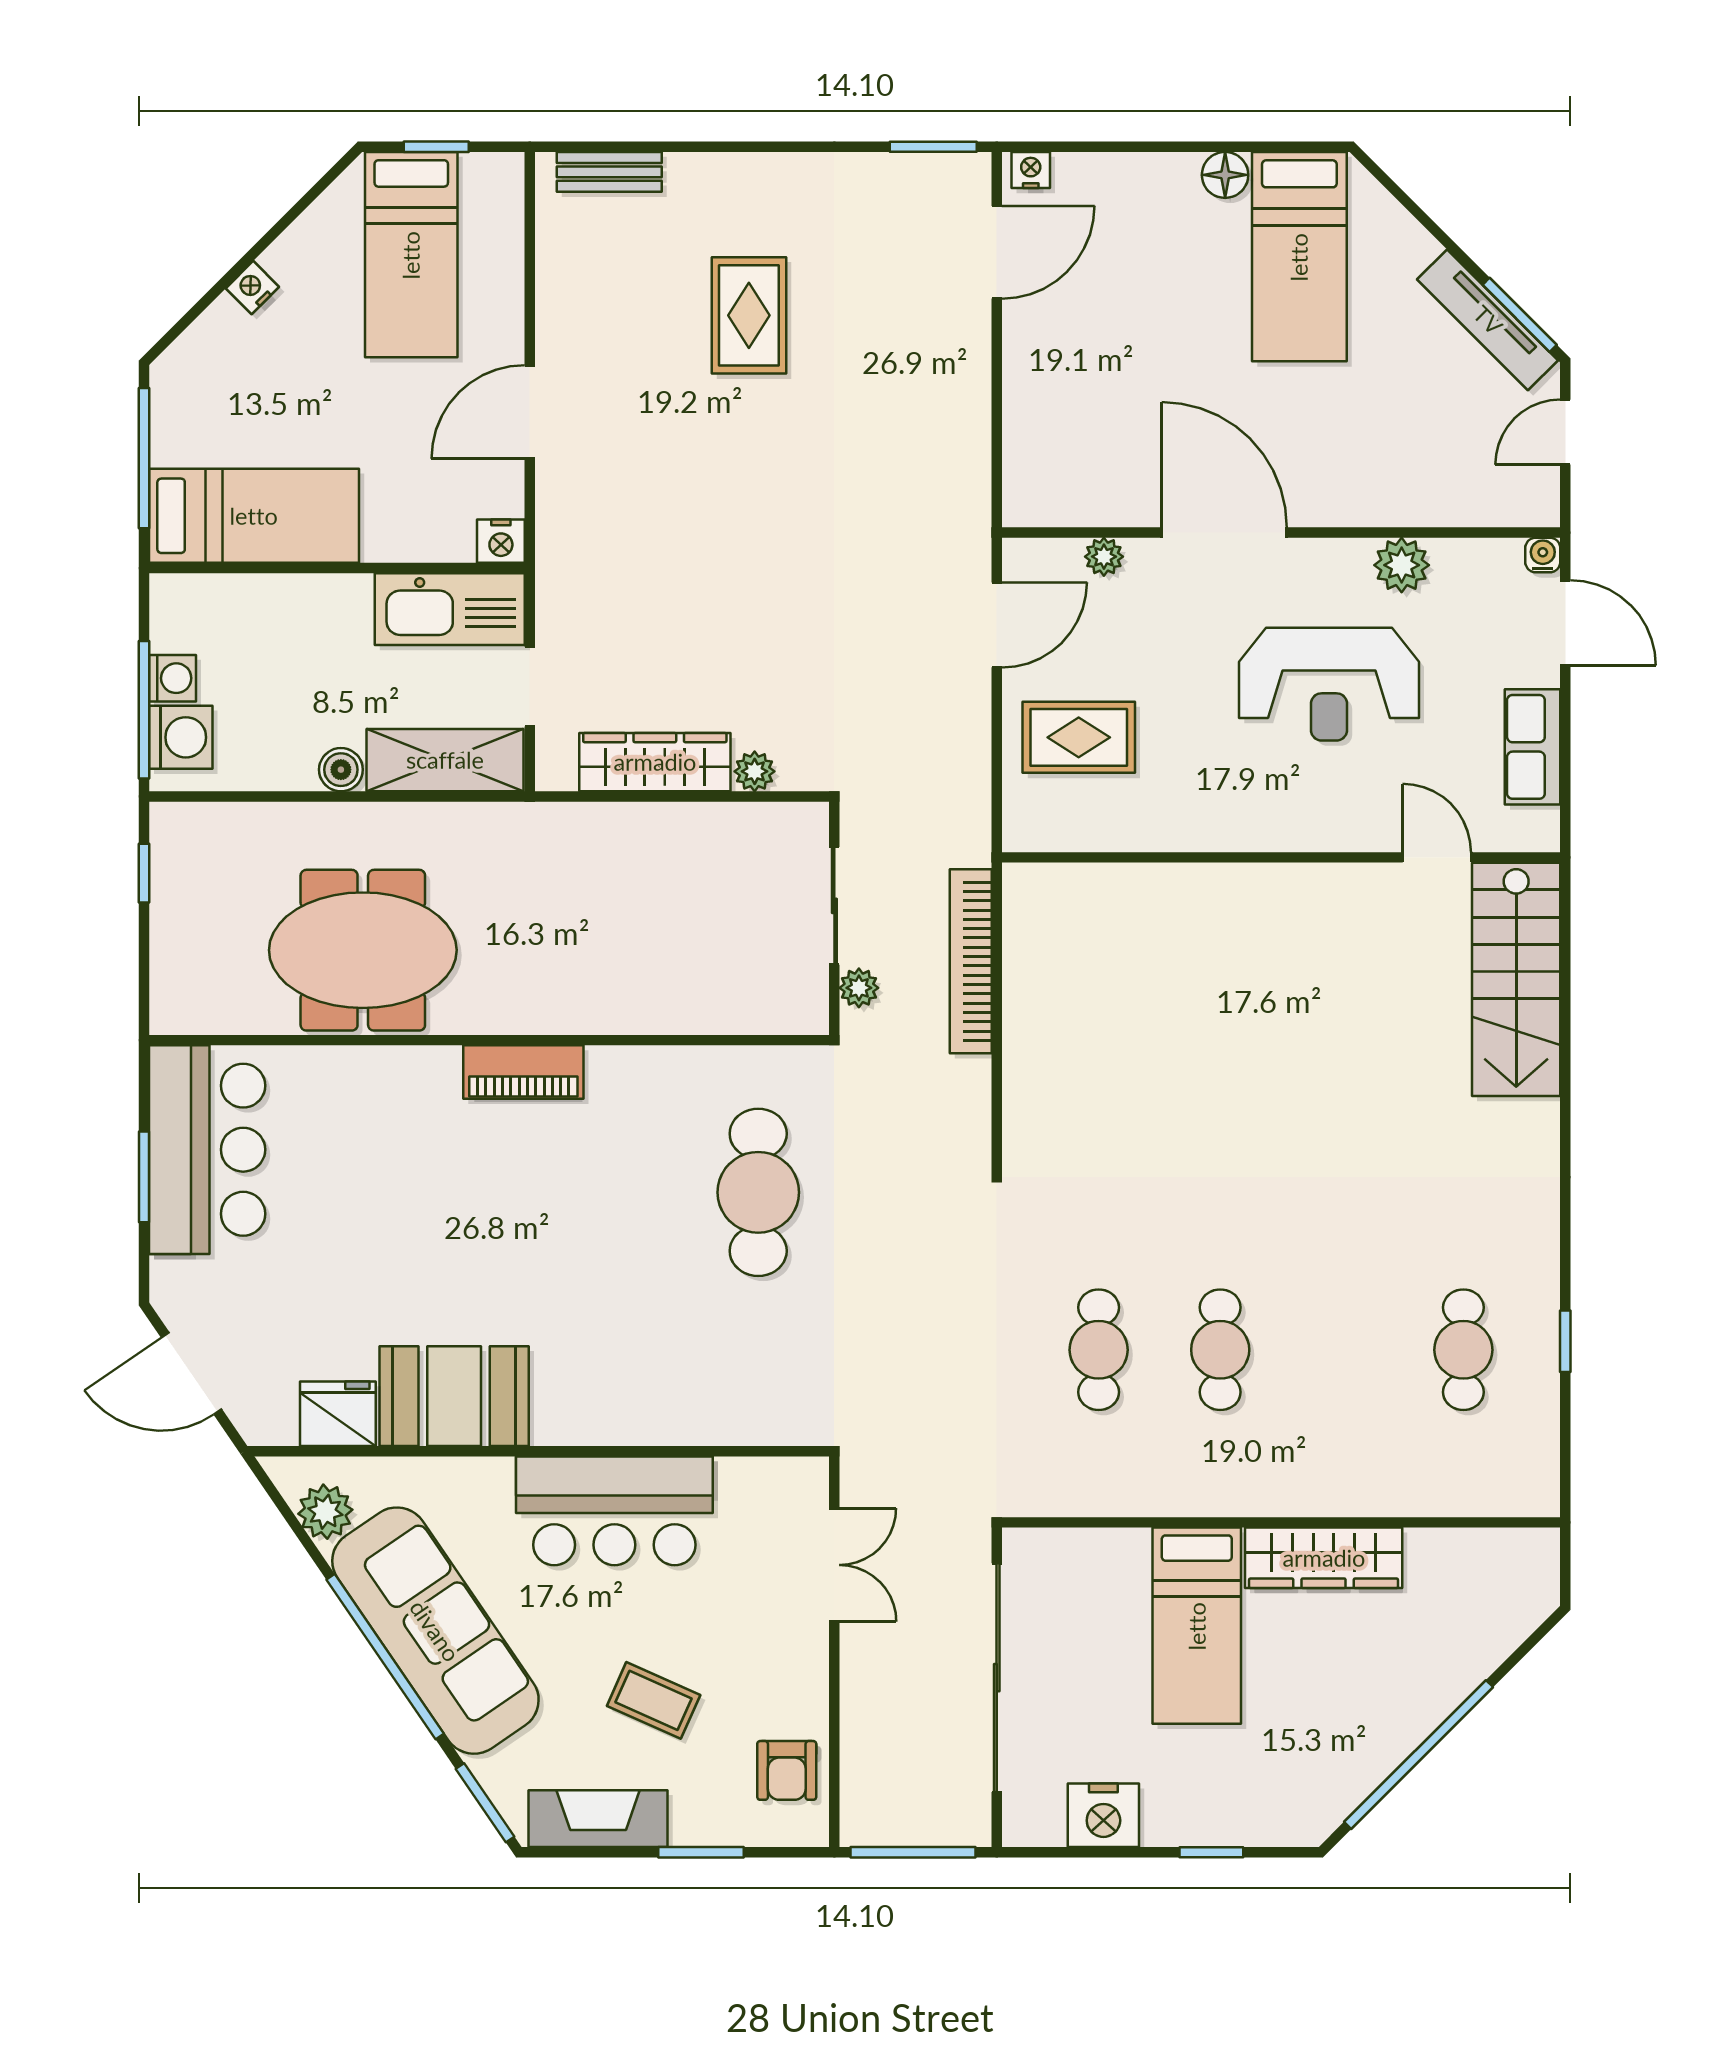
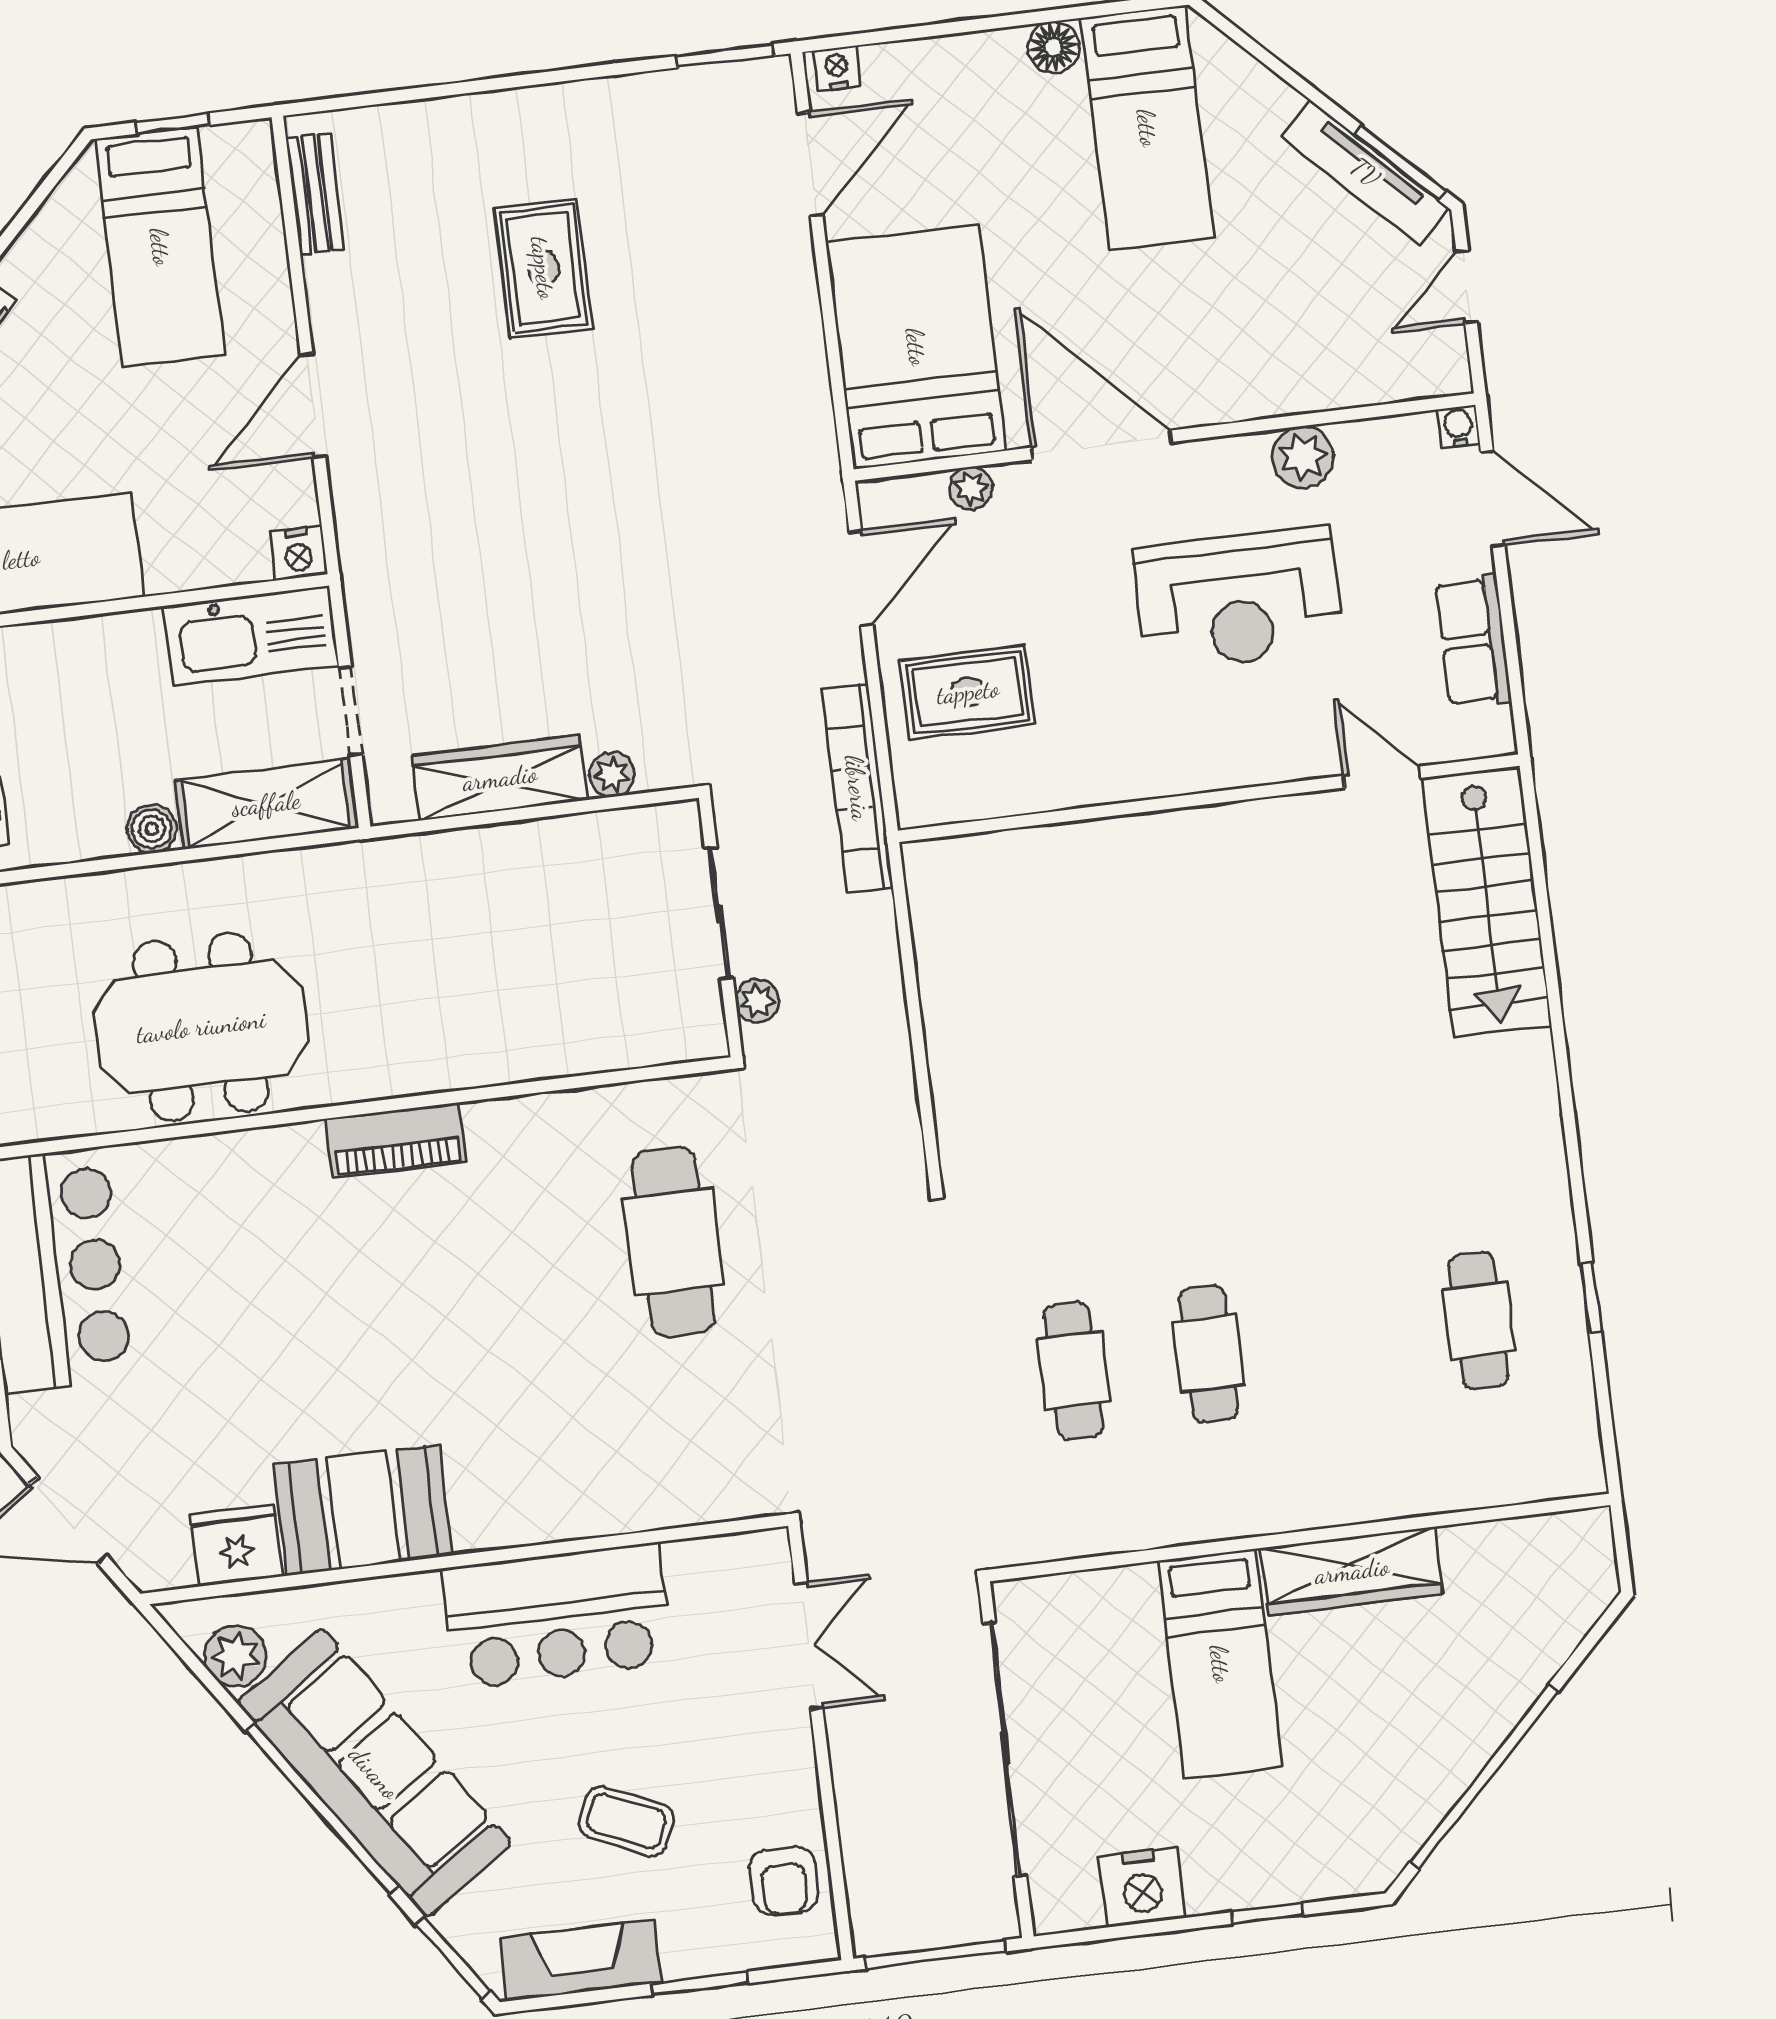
bench: (609, 172) -> (315, 194), moved, turned 90
bed: (1071, 426) -> (916, 347), added
bookcase: (971, 961) -> (857, 788), moved

